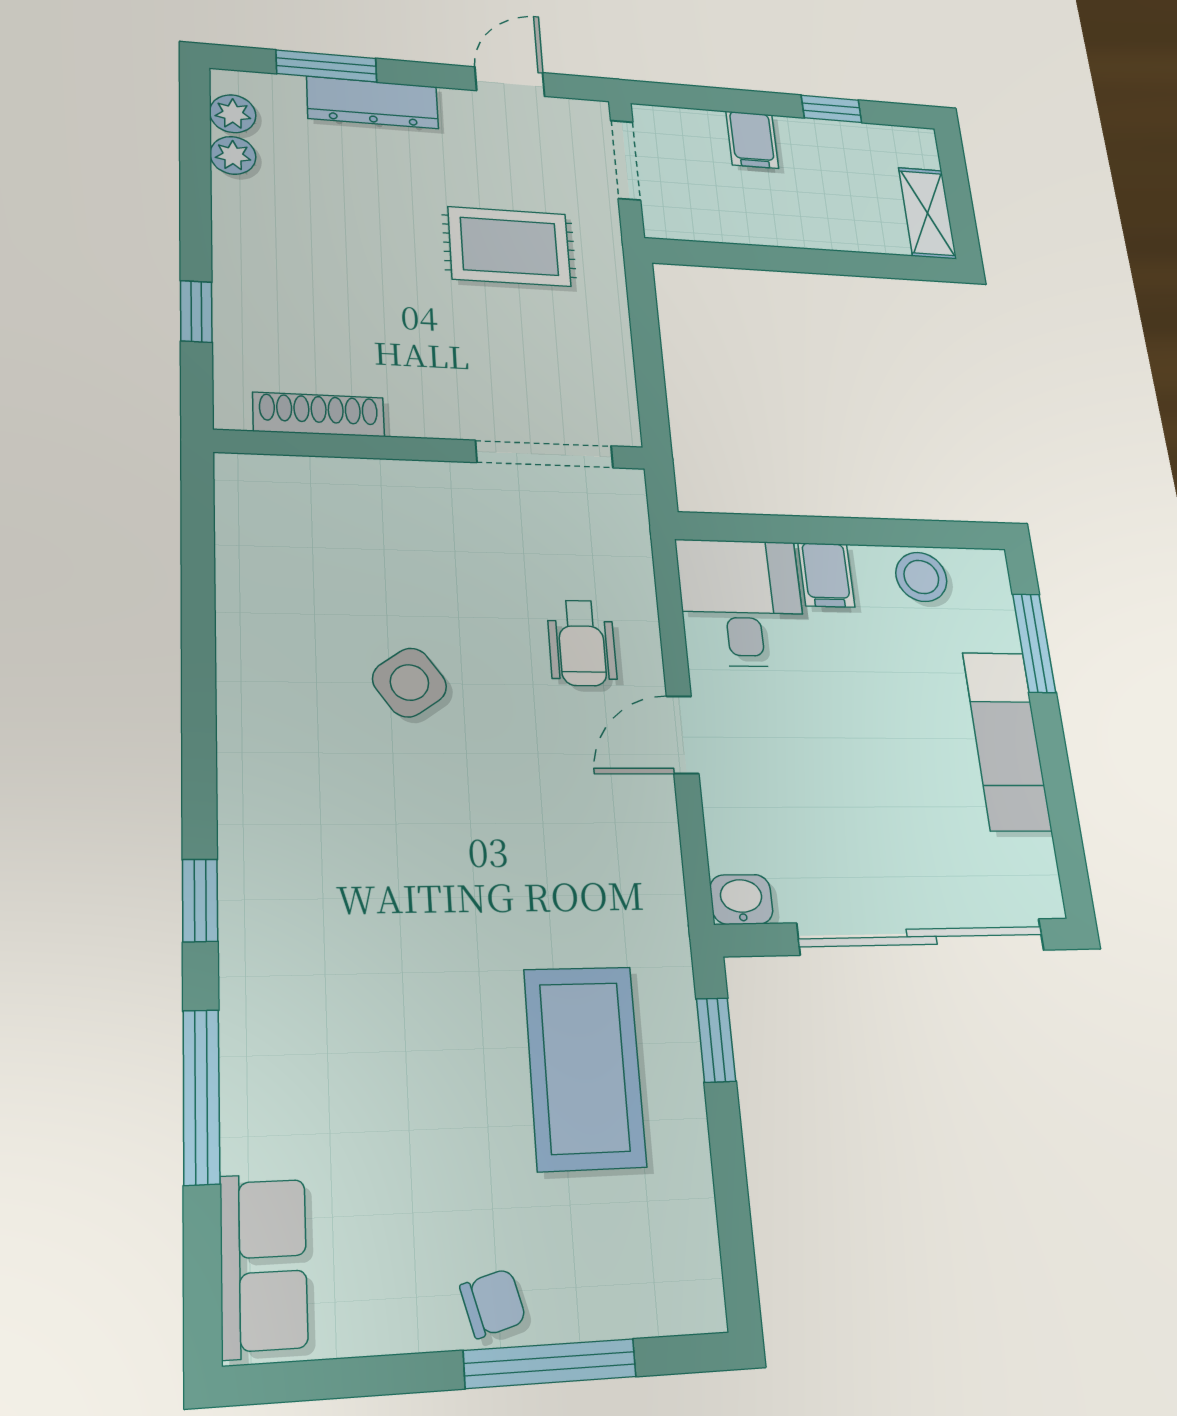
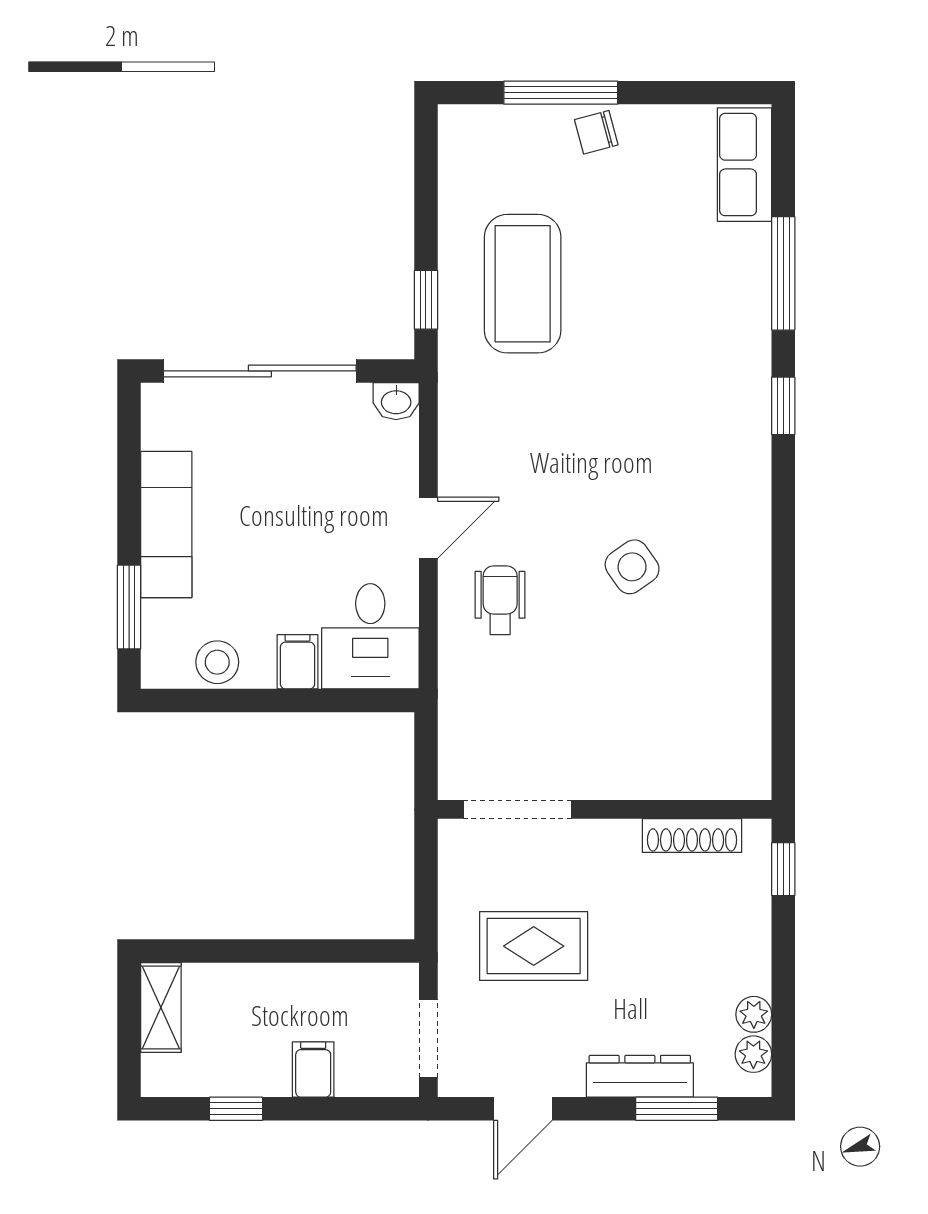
shoe rack: (319, 414) -> (692, 836), moved
wall: (434, 450) -> (605, 809), moved
doorway: (545, 454) -> (518, 809), moved

